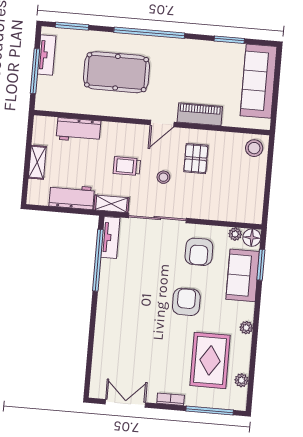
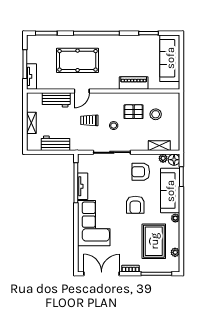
tv unit: (47, 55) -> (31, 76), moved
door: (162, 124) -> (82, 91), moved
stool: (254, 148) -> (156, 114), moved
pallet: (196, 159) -> (134, 112), turned 90
shelving: (111, 204) -> (159, 146), moved
tv unit: (110, 238) -> (83, 186), moved
armchair: (199, 252) -> (141, 172), turned 90
sofa: (243, 275) -> (170, 191), width x1.36
armchair: (186, 302) -> (135, 205), turned 180
corner sofa: (120, 325) -> (94, 223), added
double door: (125, 403) -> (102, 274), width x1.37

